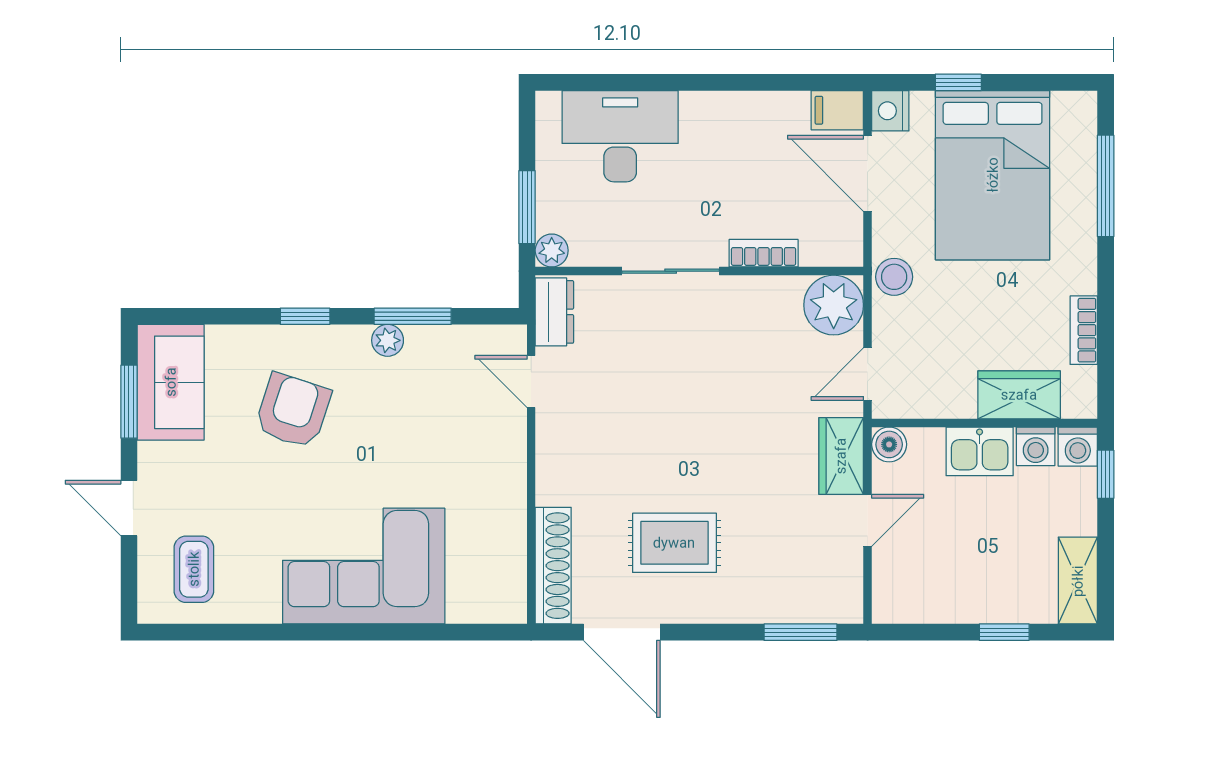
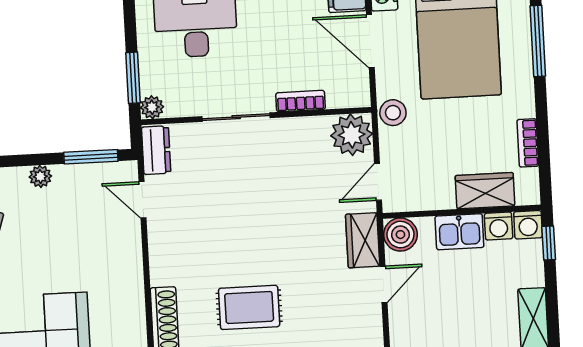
window: (413, 316) -> (91, 157), moved
boiler: (889, 444) -> (400, 235), width x1.36, depth x1.36

